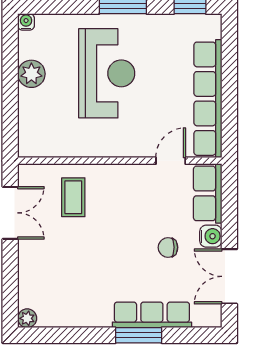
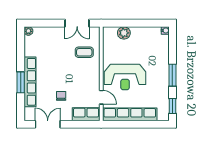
reception desk: (107, 73) -> (125, 77), moved
plant: (31, 74) -> (124, 33), moved
water cooler: (211, 236) -> (66, 116), removed
row of seats: (152, 315) -> (30, 82), width x1.36

